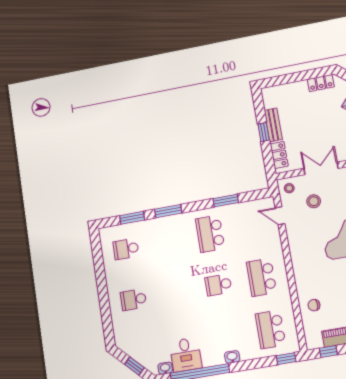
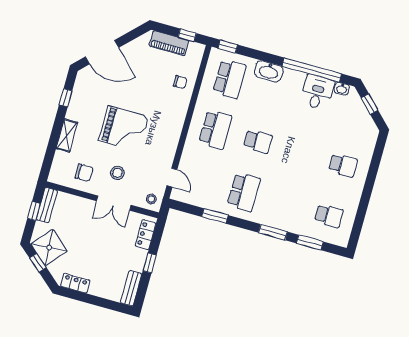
bench: (273, 125) -> (131, 288), moved
stool: (314, 201) -> (117, 173), moved
washbasin: (232, 357) -> (269, 71), width x1.91, depth x1.45

